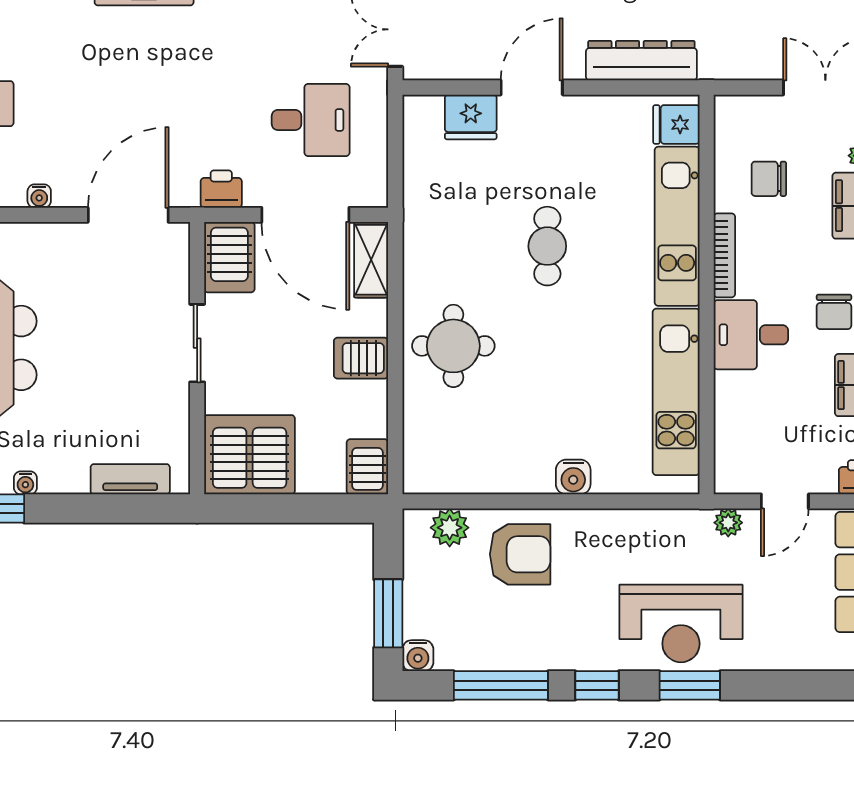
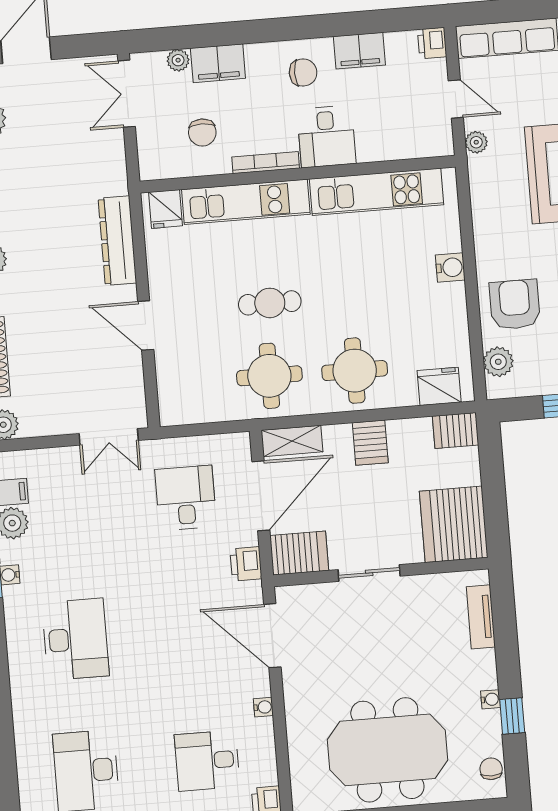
fridge: (471, 117) -> (439, 386), moved, turned -90
round table: (456, 238) -> (269, 376), added

